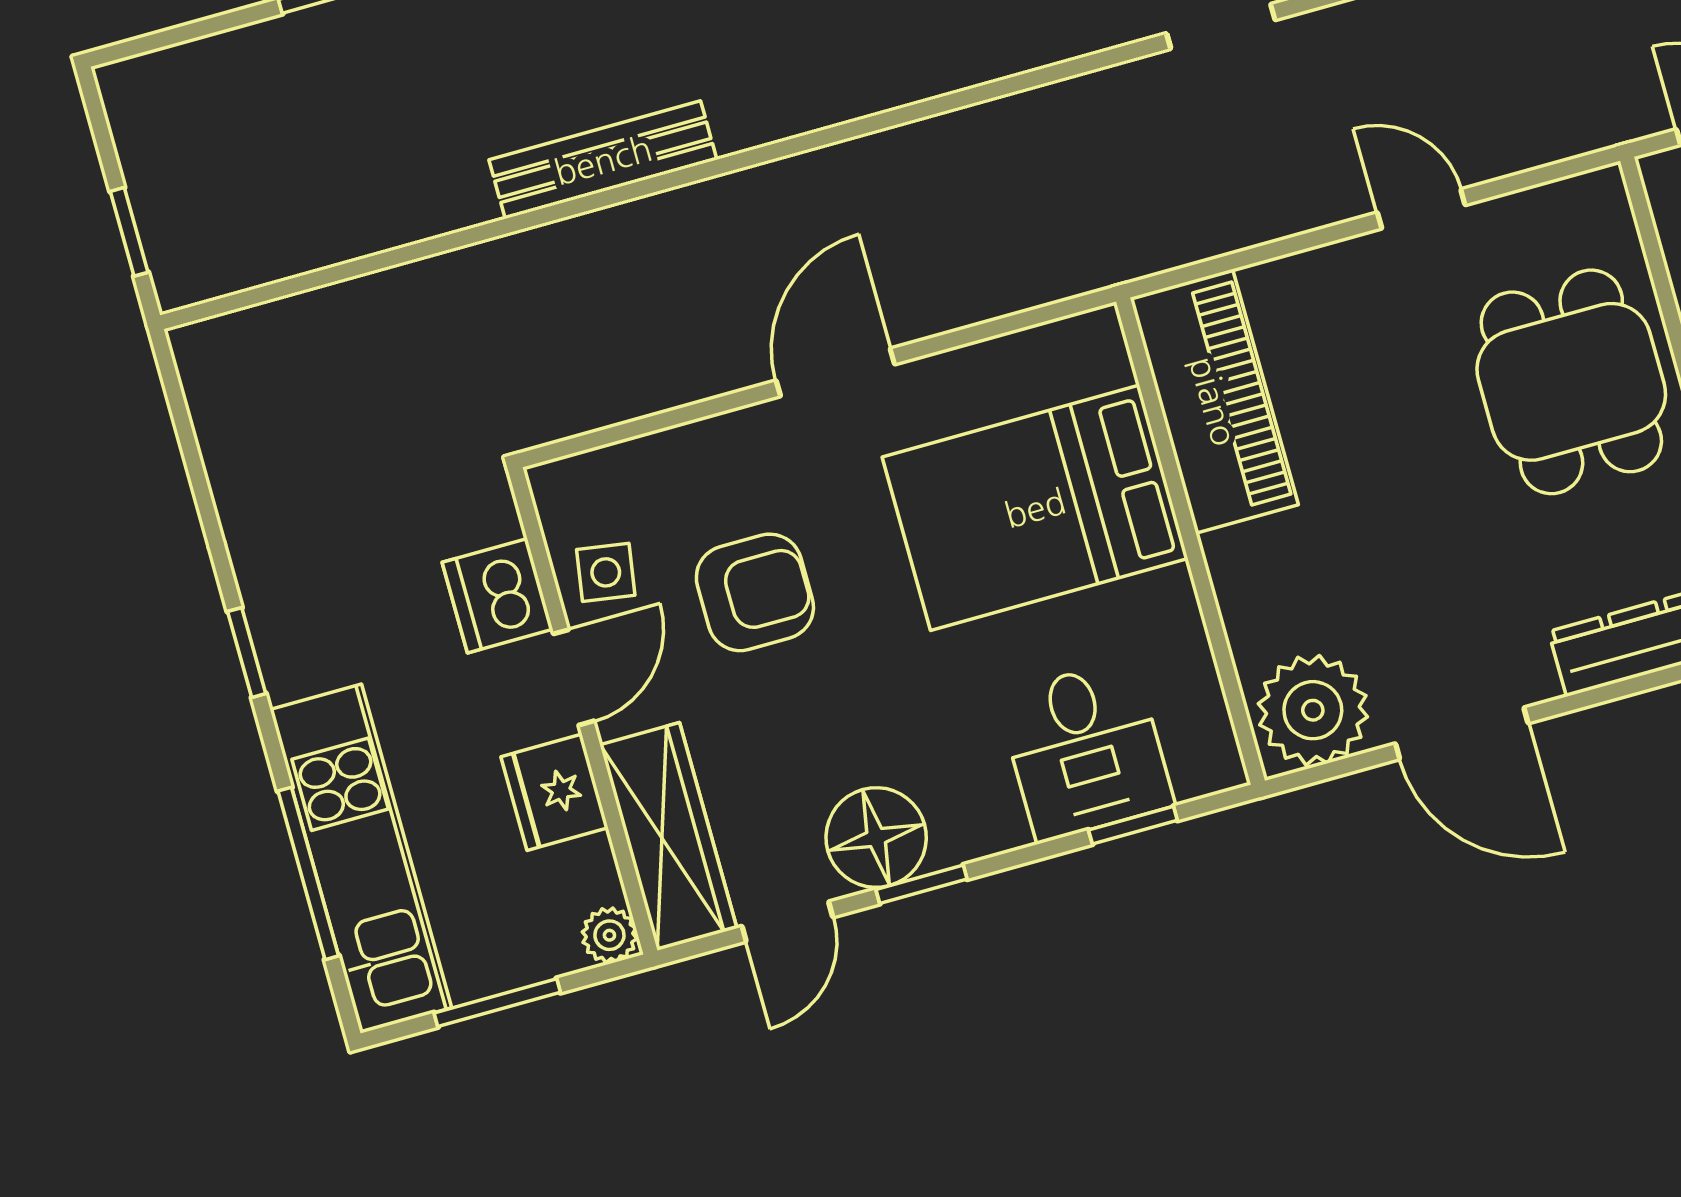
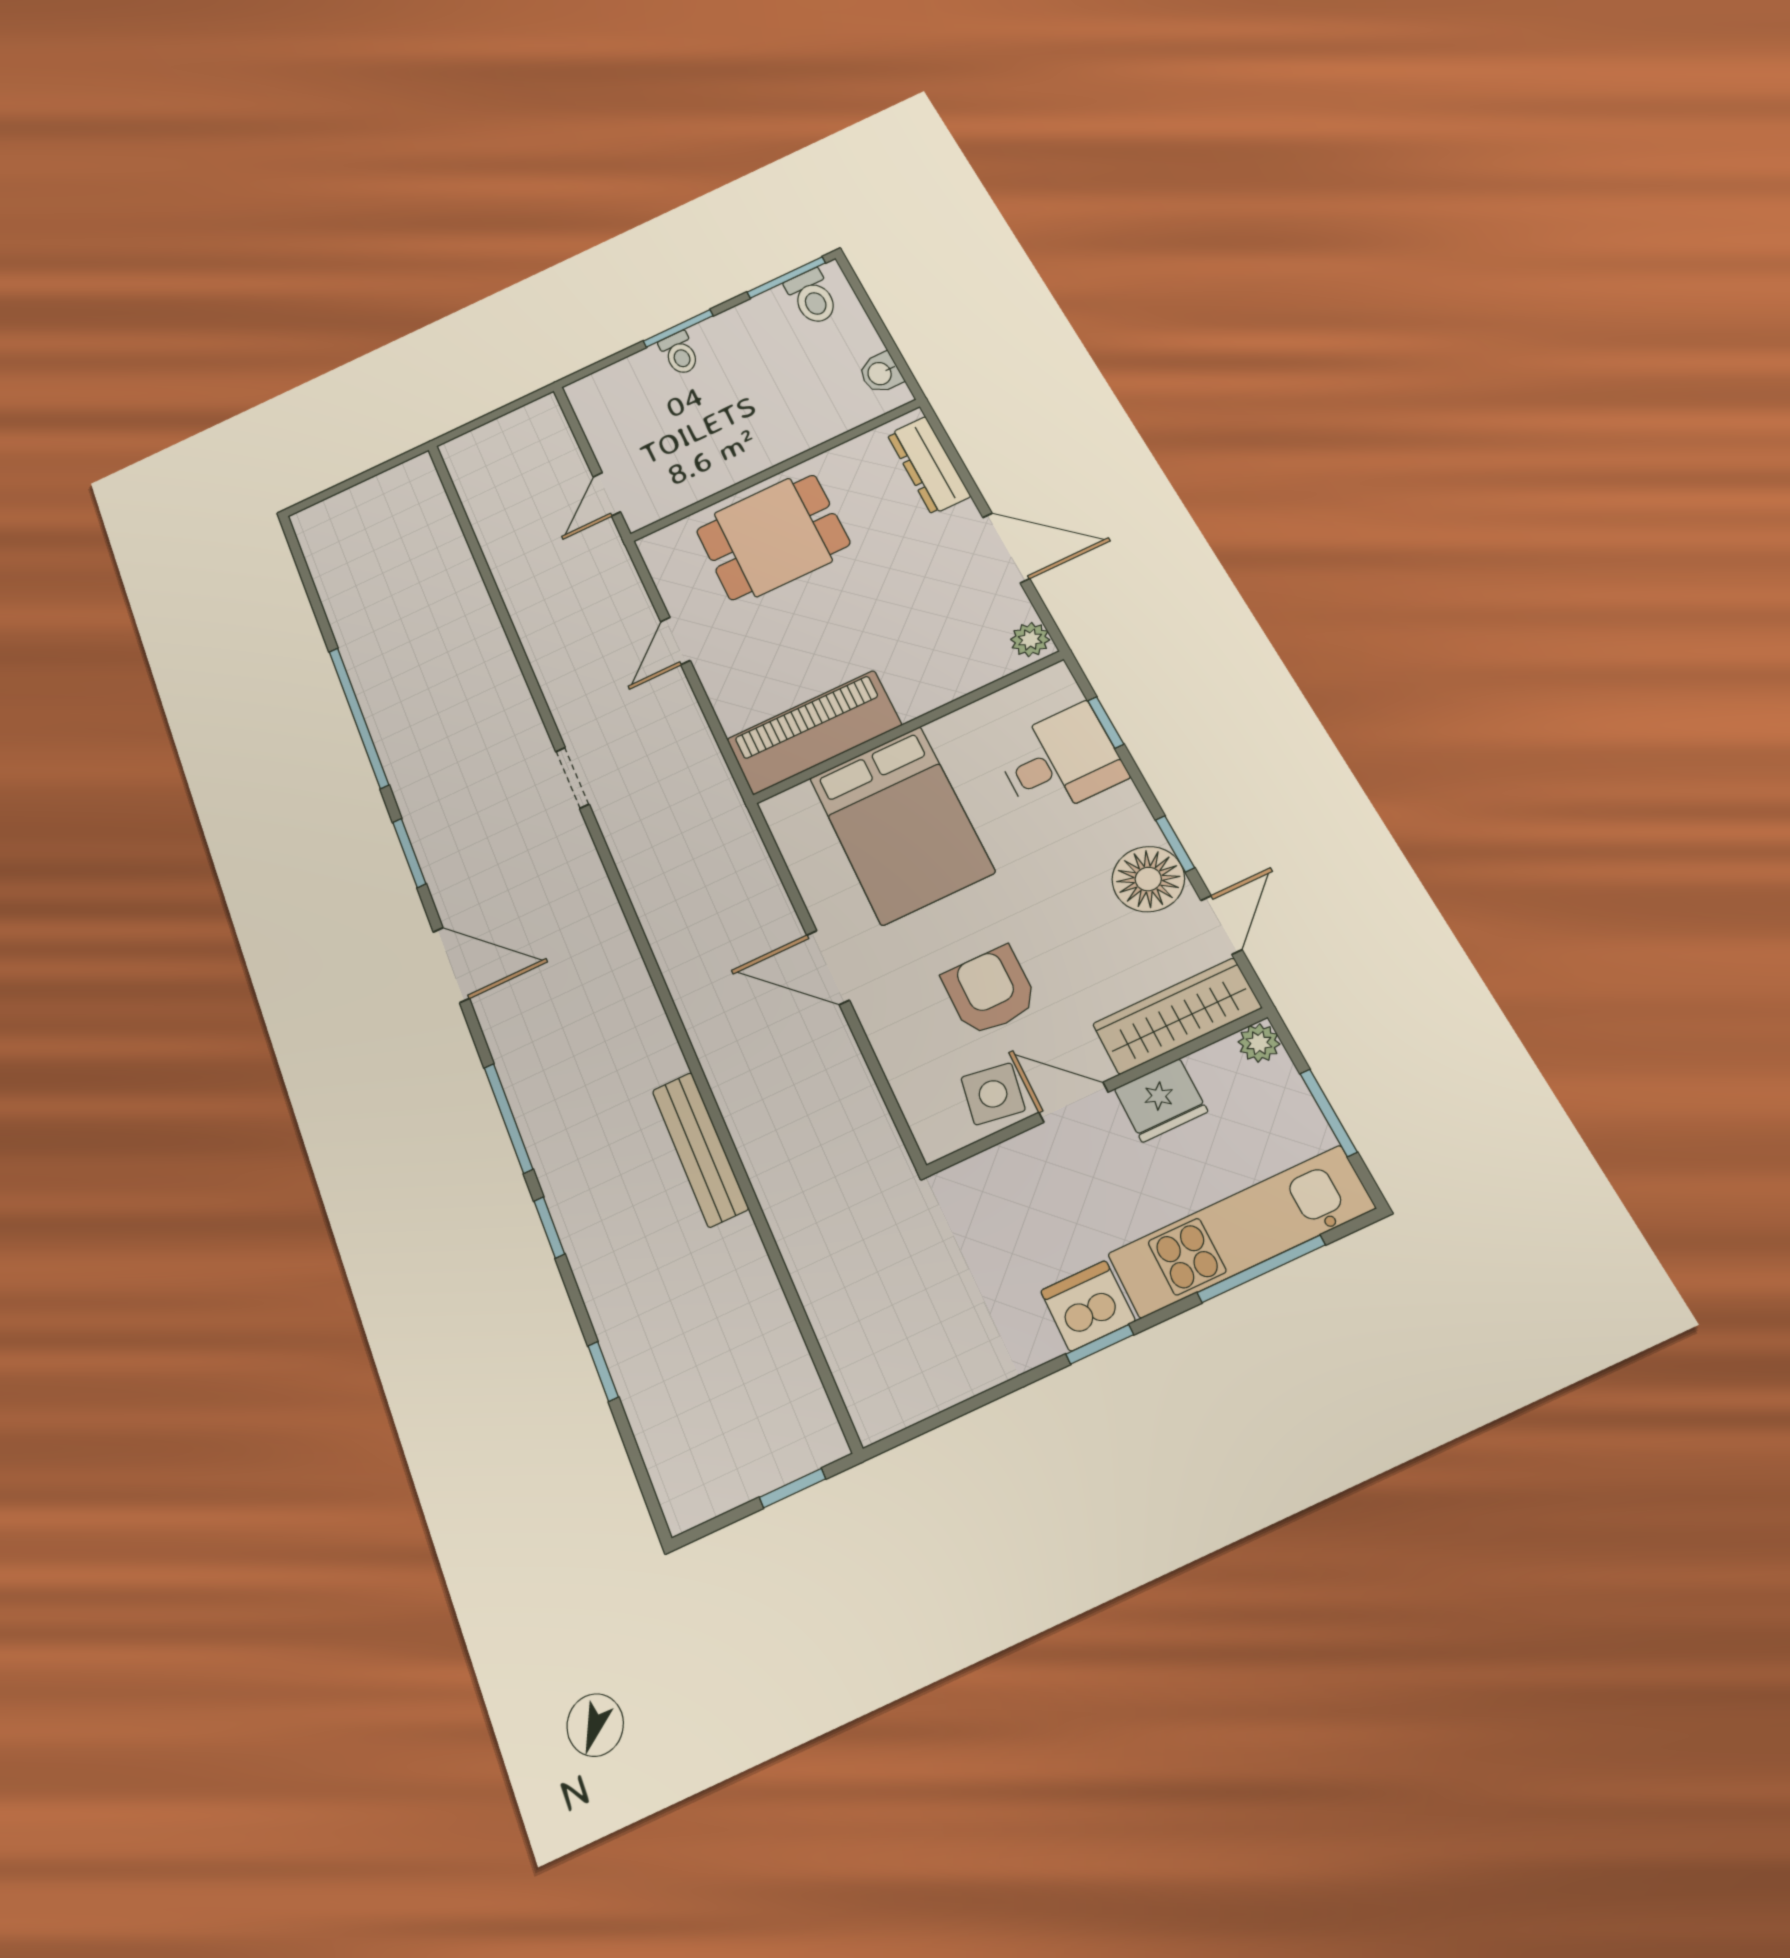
side table: (606, 572) -> (993, 1094), width x1.37, depth x1.37
dishwasher: (497, 596) -> (1088, 1306), moved, turned 180
plant: (1313, 710) -> (1030, 640), width x0.53, depth x0.53
door: (1462, 733) -> (1006, 548), hinge flipped
door: (787, 922) -> (1221, 925), hinge flipped

